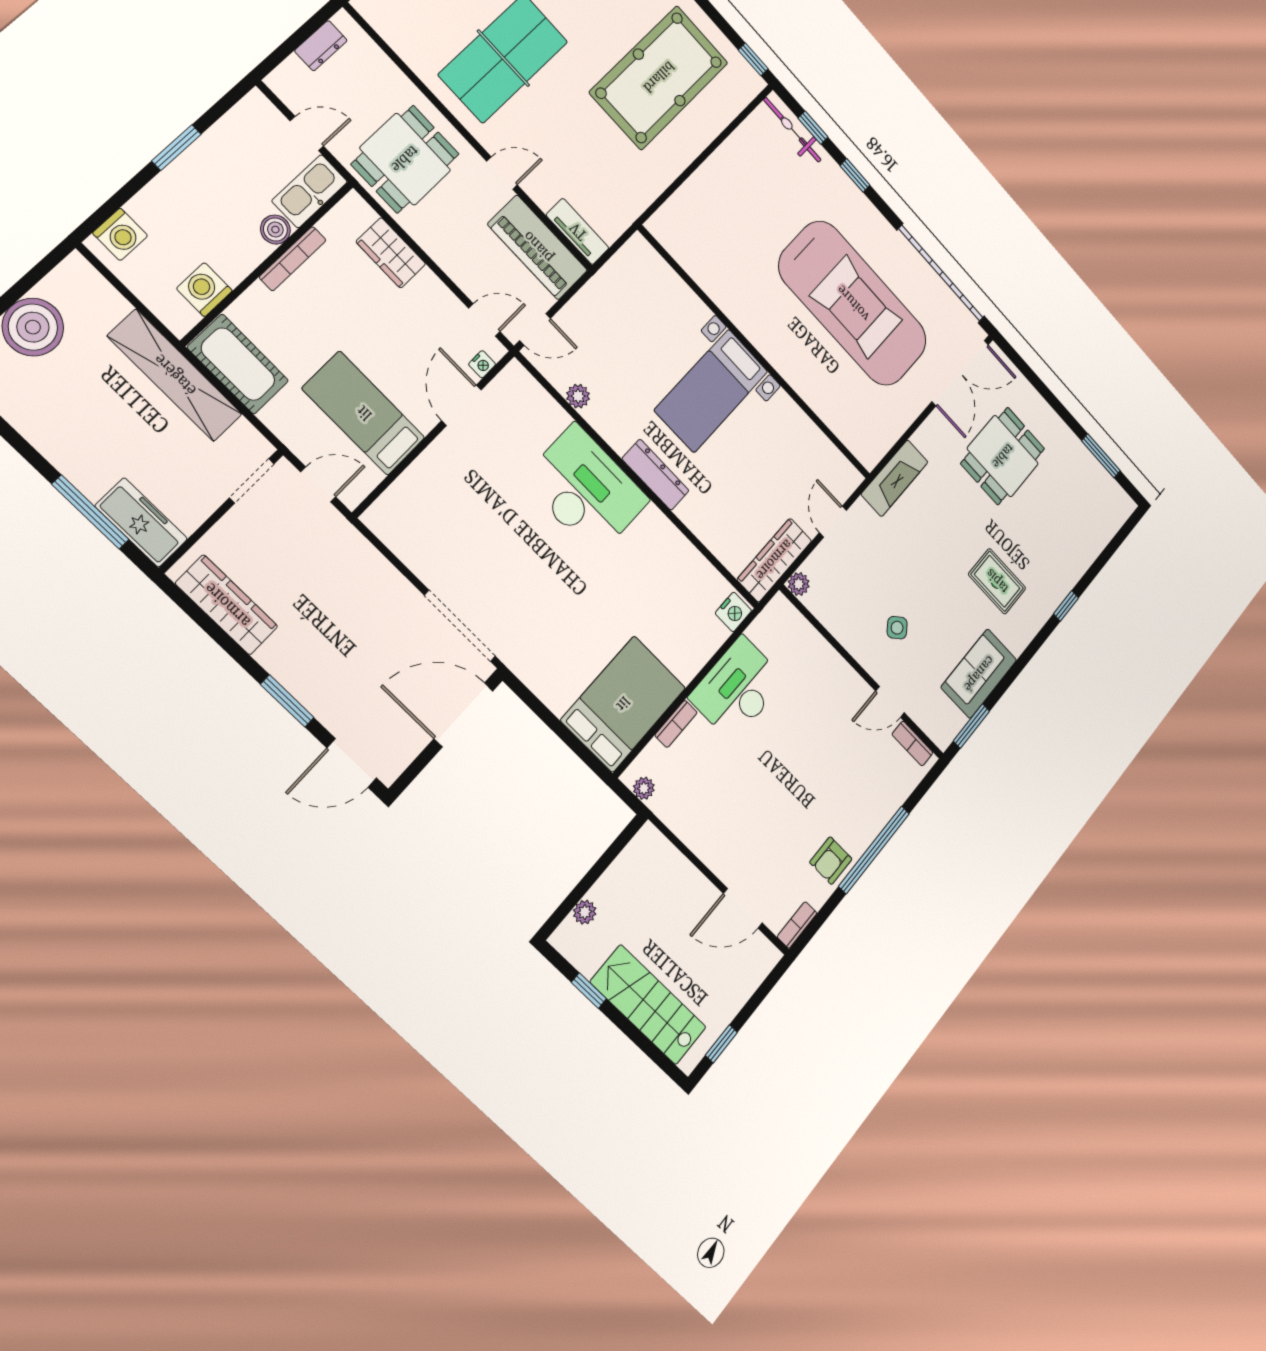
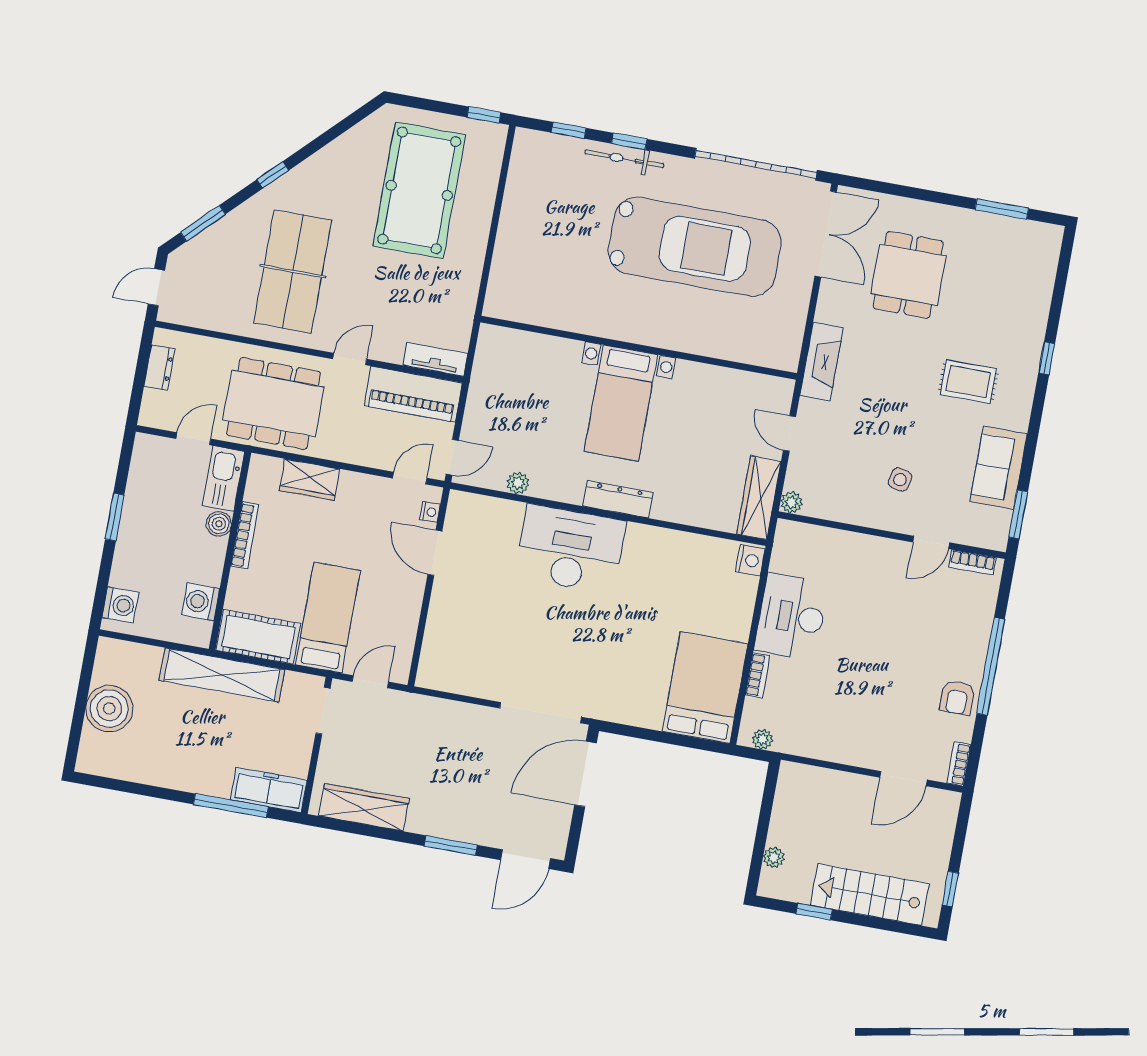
bicycle: (792, 130) -> (624, 159), moved
dining table: (405, 159) -> (274, 403), width x1.37
bed: (364, 413) -> (328, 618), moved, turned 90
side table: (897, 628) -> (900, 480), turned -37

